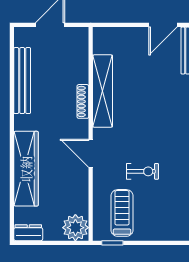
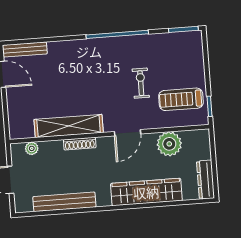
plant: (82, 50) -> (32, 148), added
plant: (75, 228) -> (169, 144), moved
dresser: (28, 233) -> (206, 180), width x1.44

